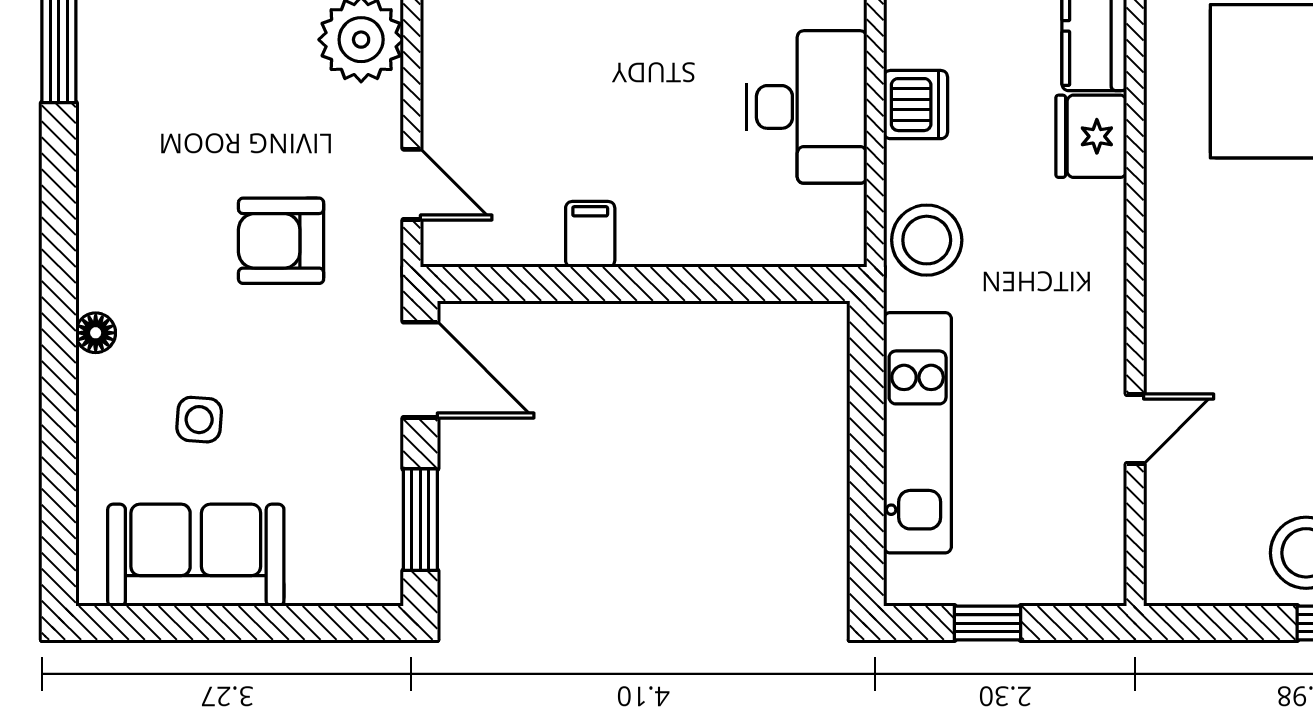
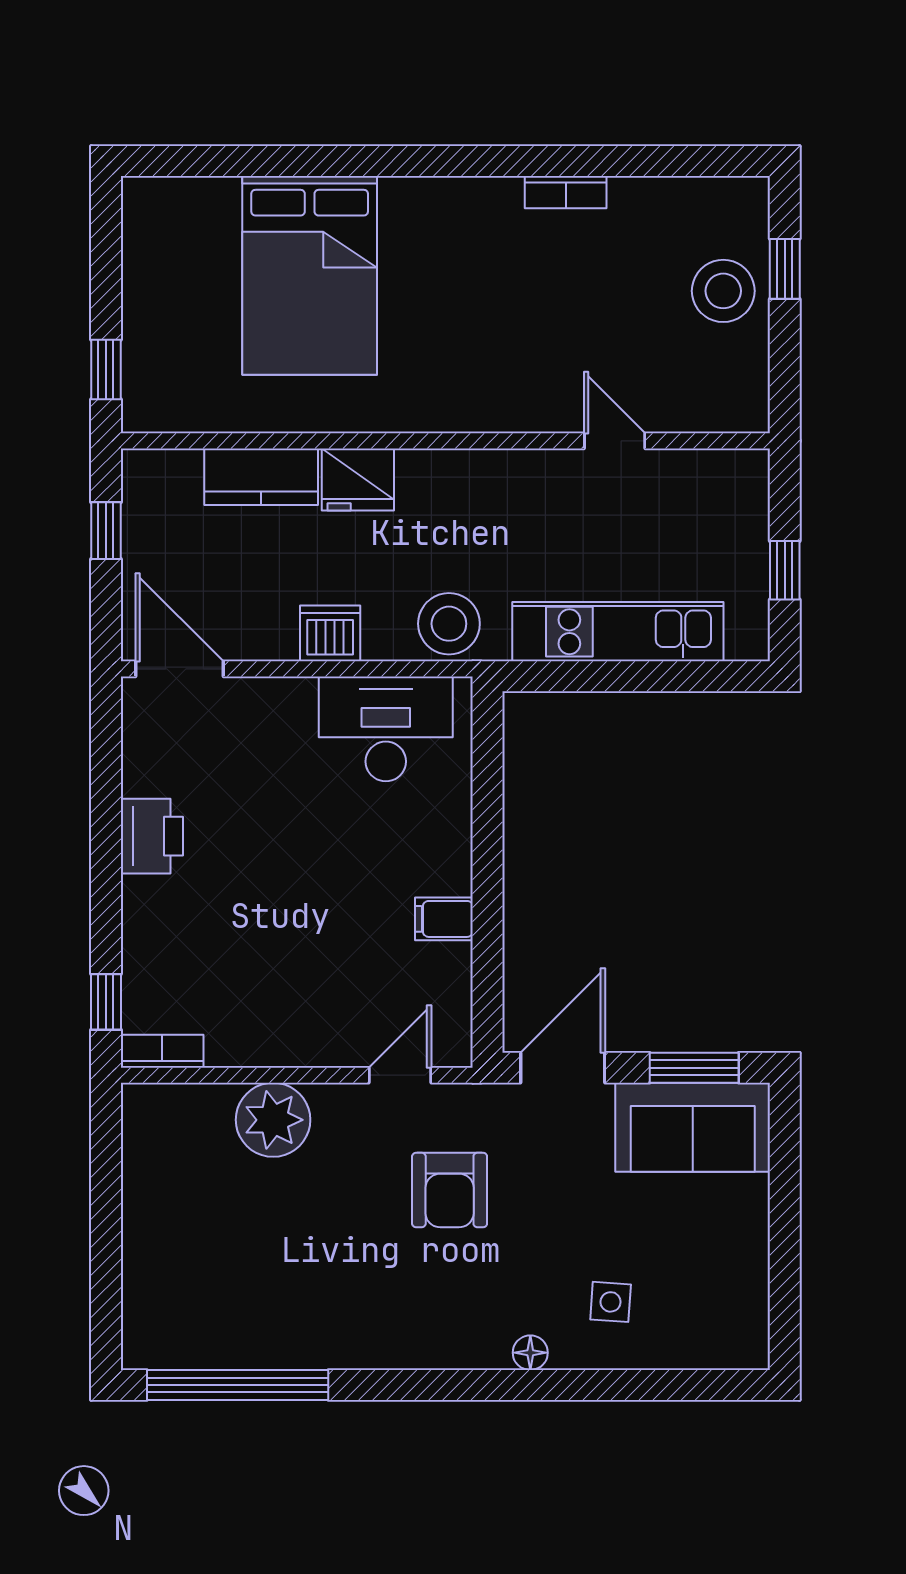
desk: (807, 107) -> (386, 729), moved
side table: (199, 420) -> (611, 1302), moved
sofa: (196, 555) -> (693, 1127), moved, turned -90

